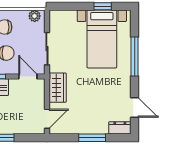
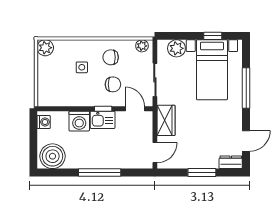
plant: (68, 18) -> (176, 48), added
door: (135, 107) -> (246, 141), hinge flipped

